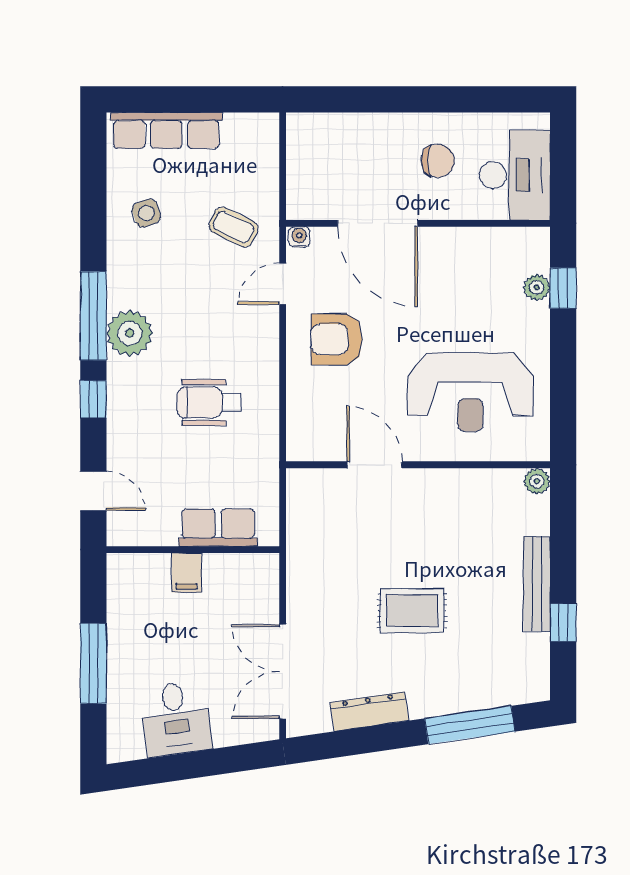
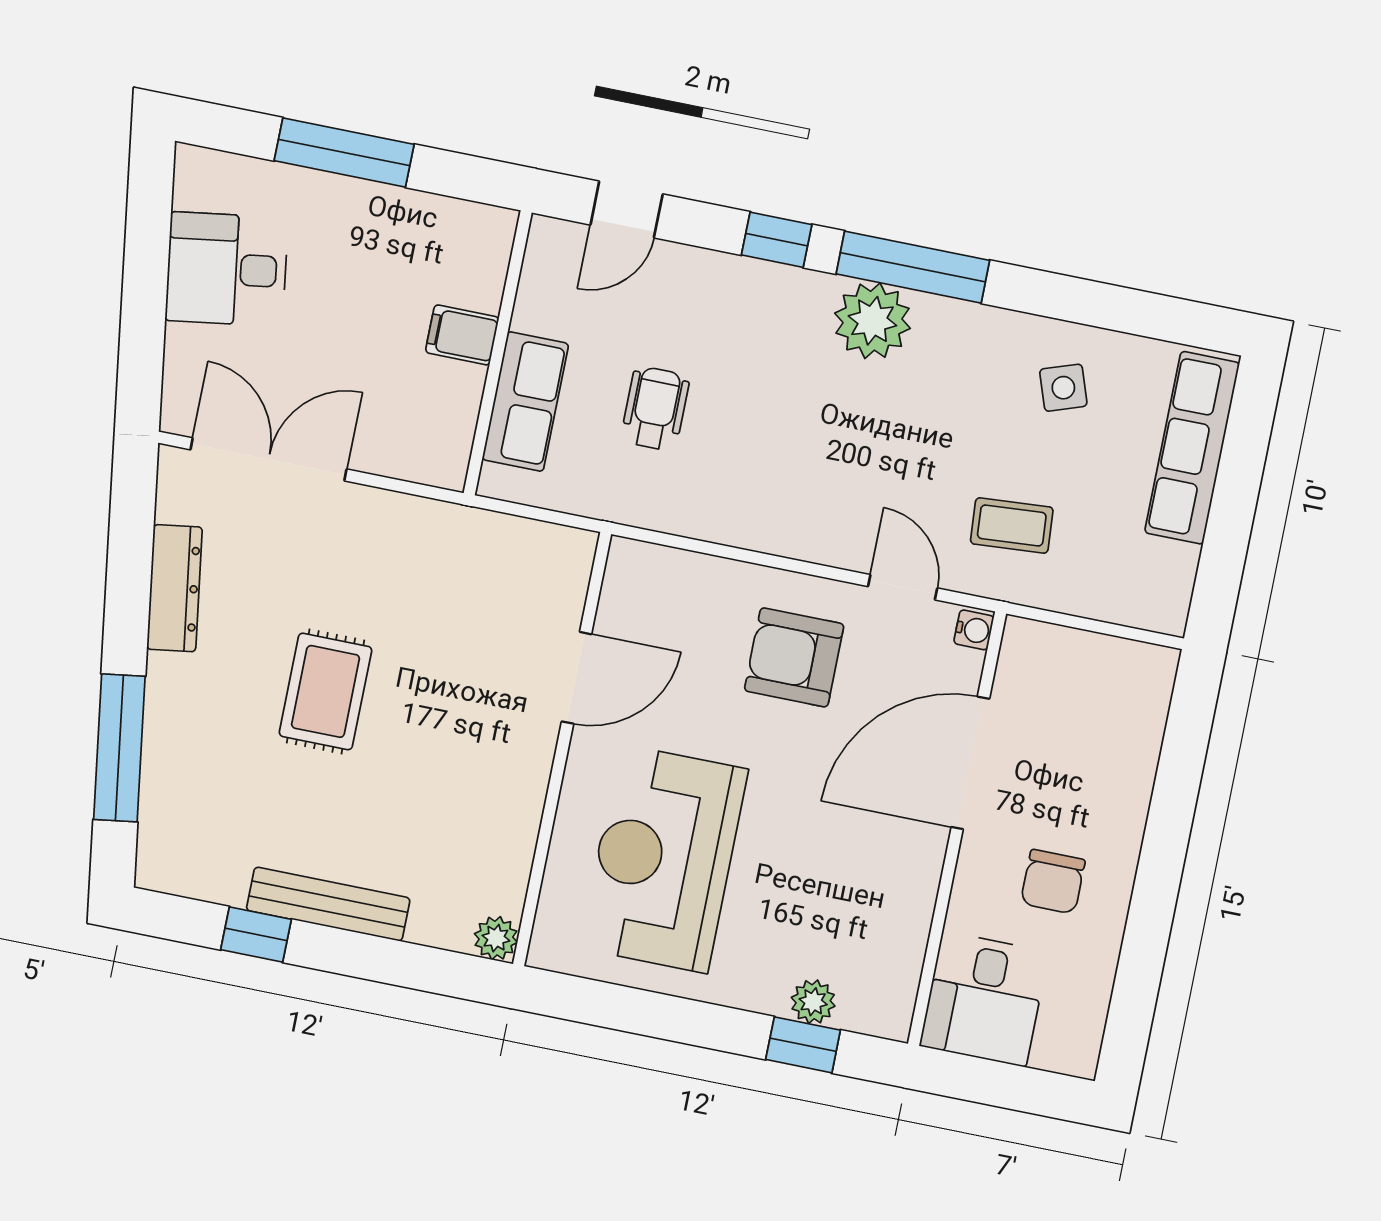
desk: (515, 175) -> (984, 999), width x0.73
coffee table: (233, 227) -> (1012, 525), turned 60
armchair: (337, 339) -> (794, 657), turned -90
wheelchair: (209, 402) -> (655, 409), moved, width x0.73, depth x0.73

